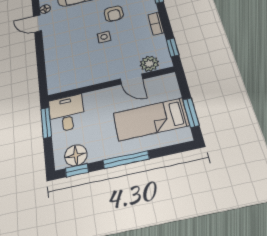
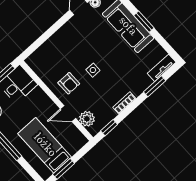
armchair: (114, 14) -> (69, 83), moved, turned -90
door: (132, 79) -> (68, 114), hinge flipped

